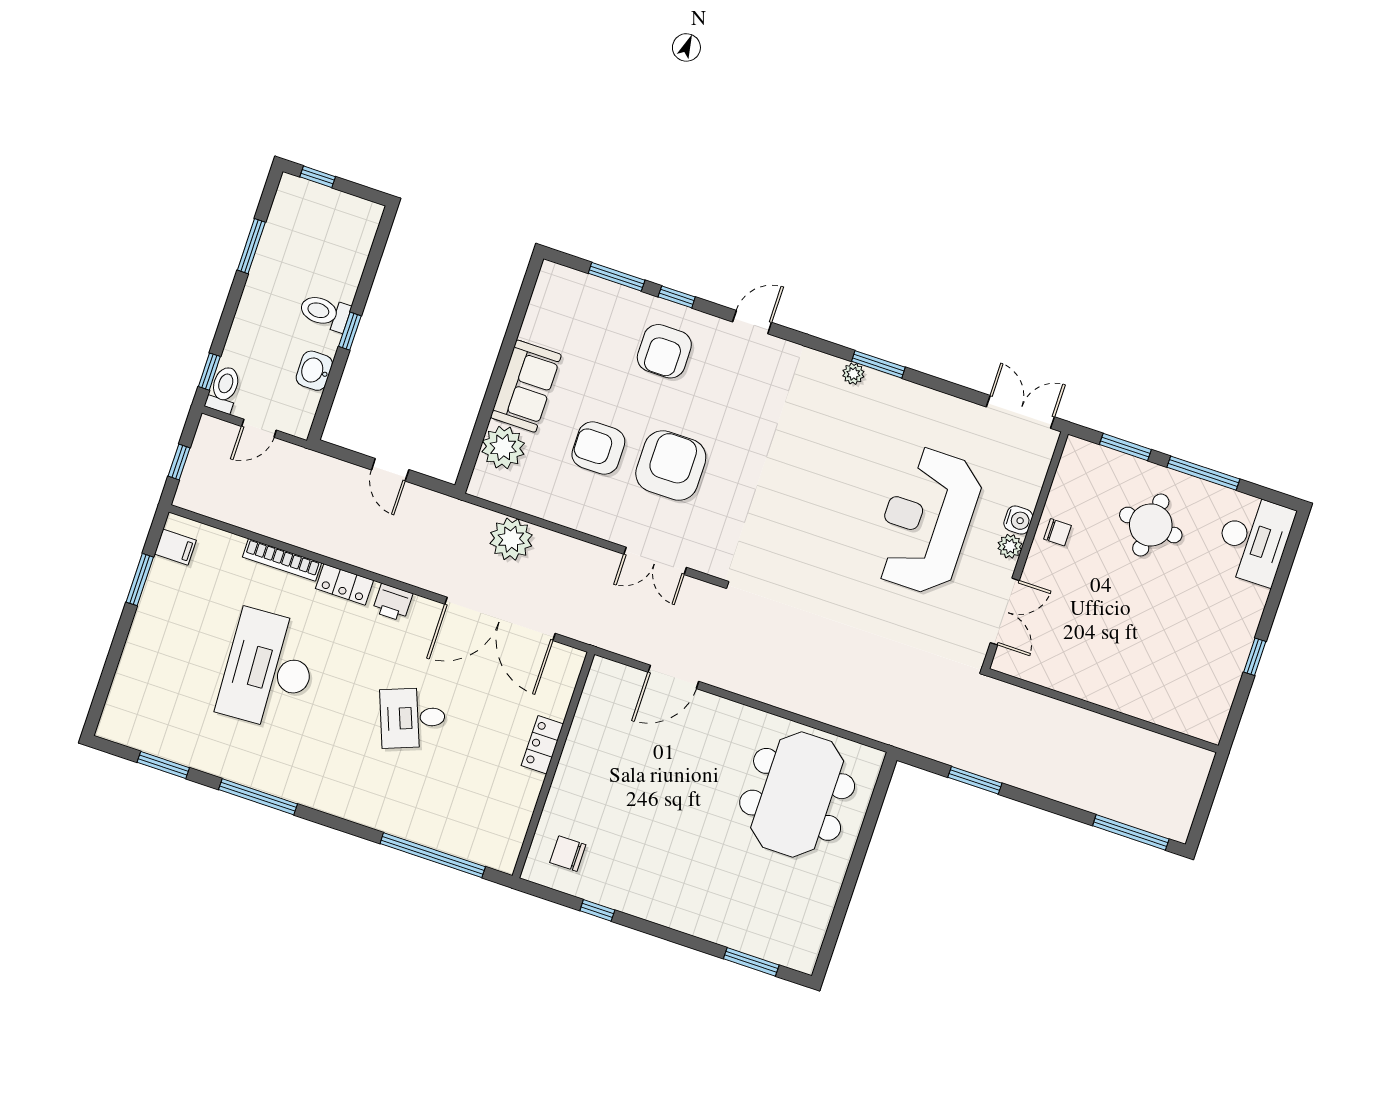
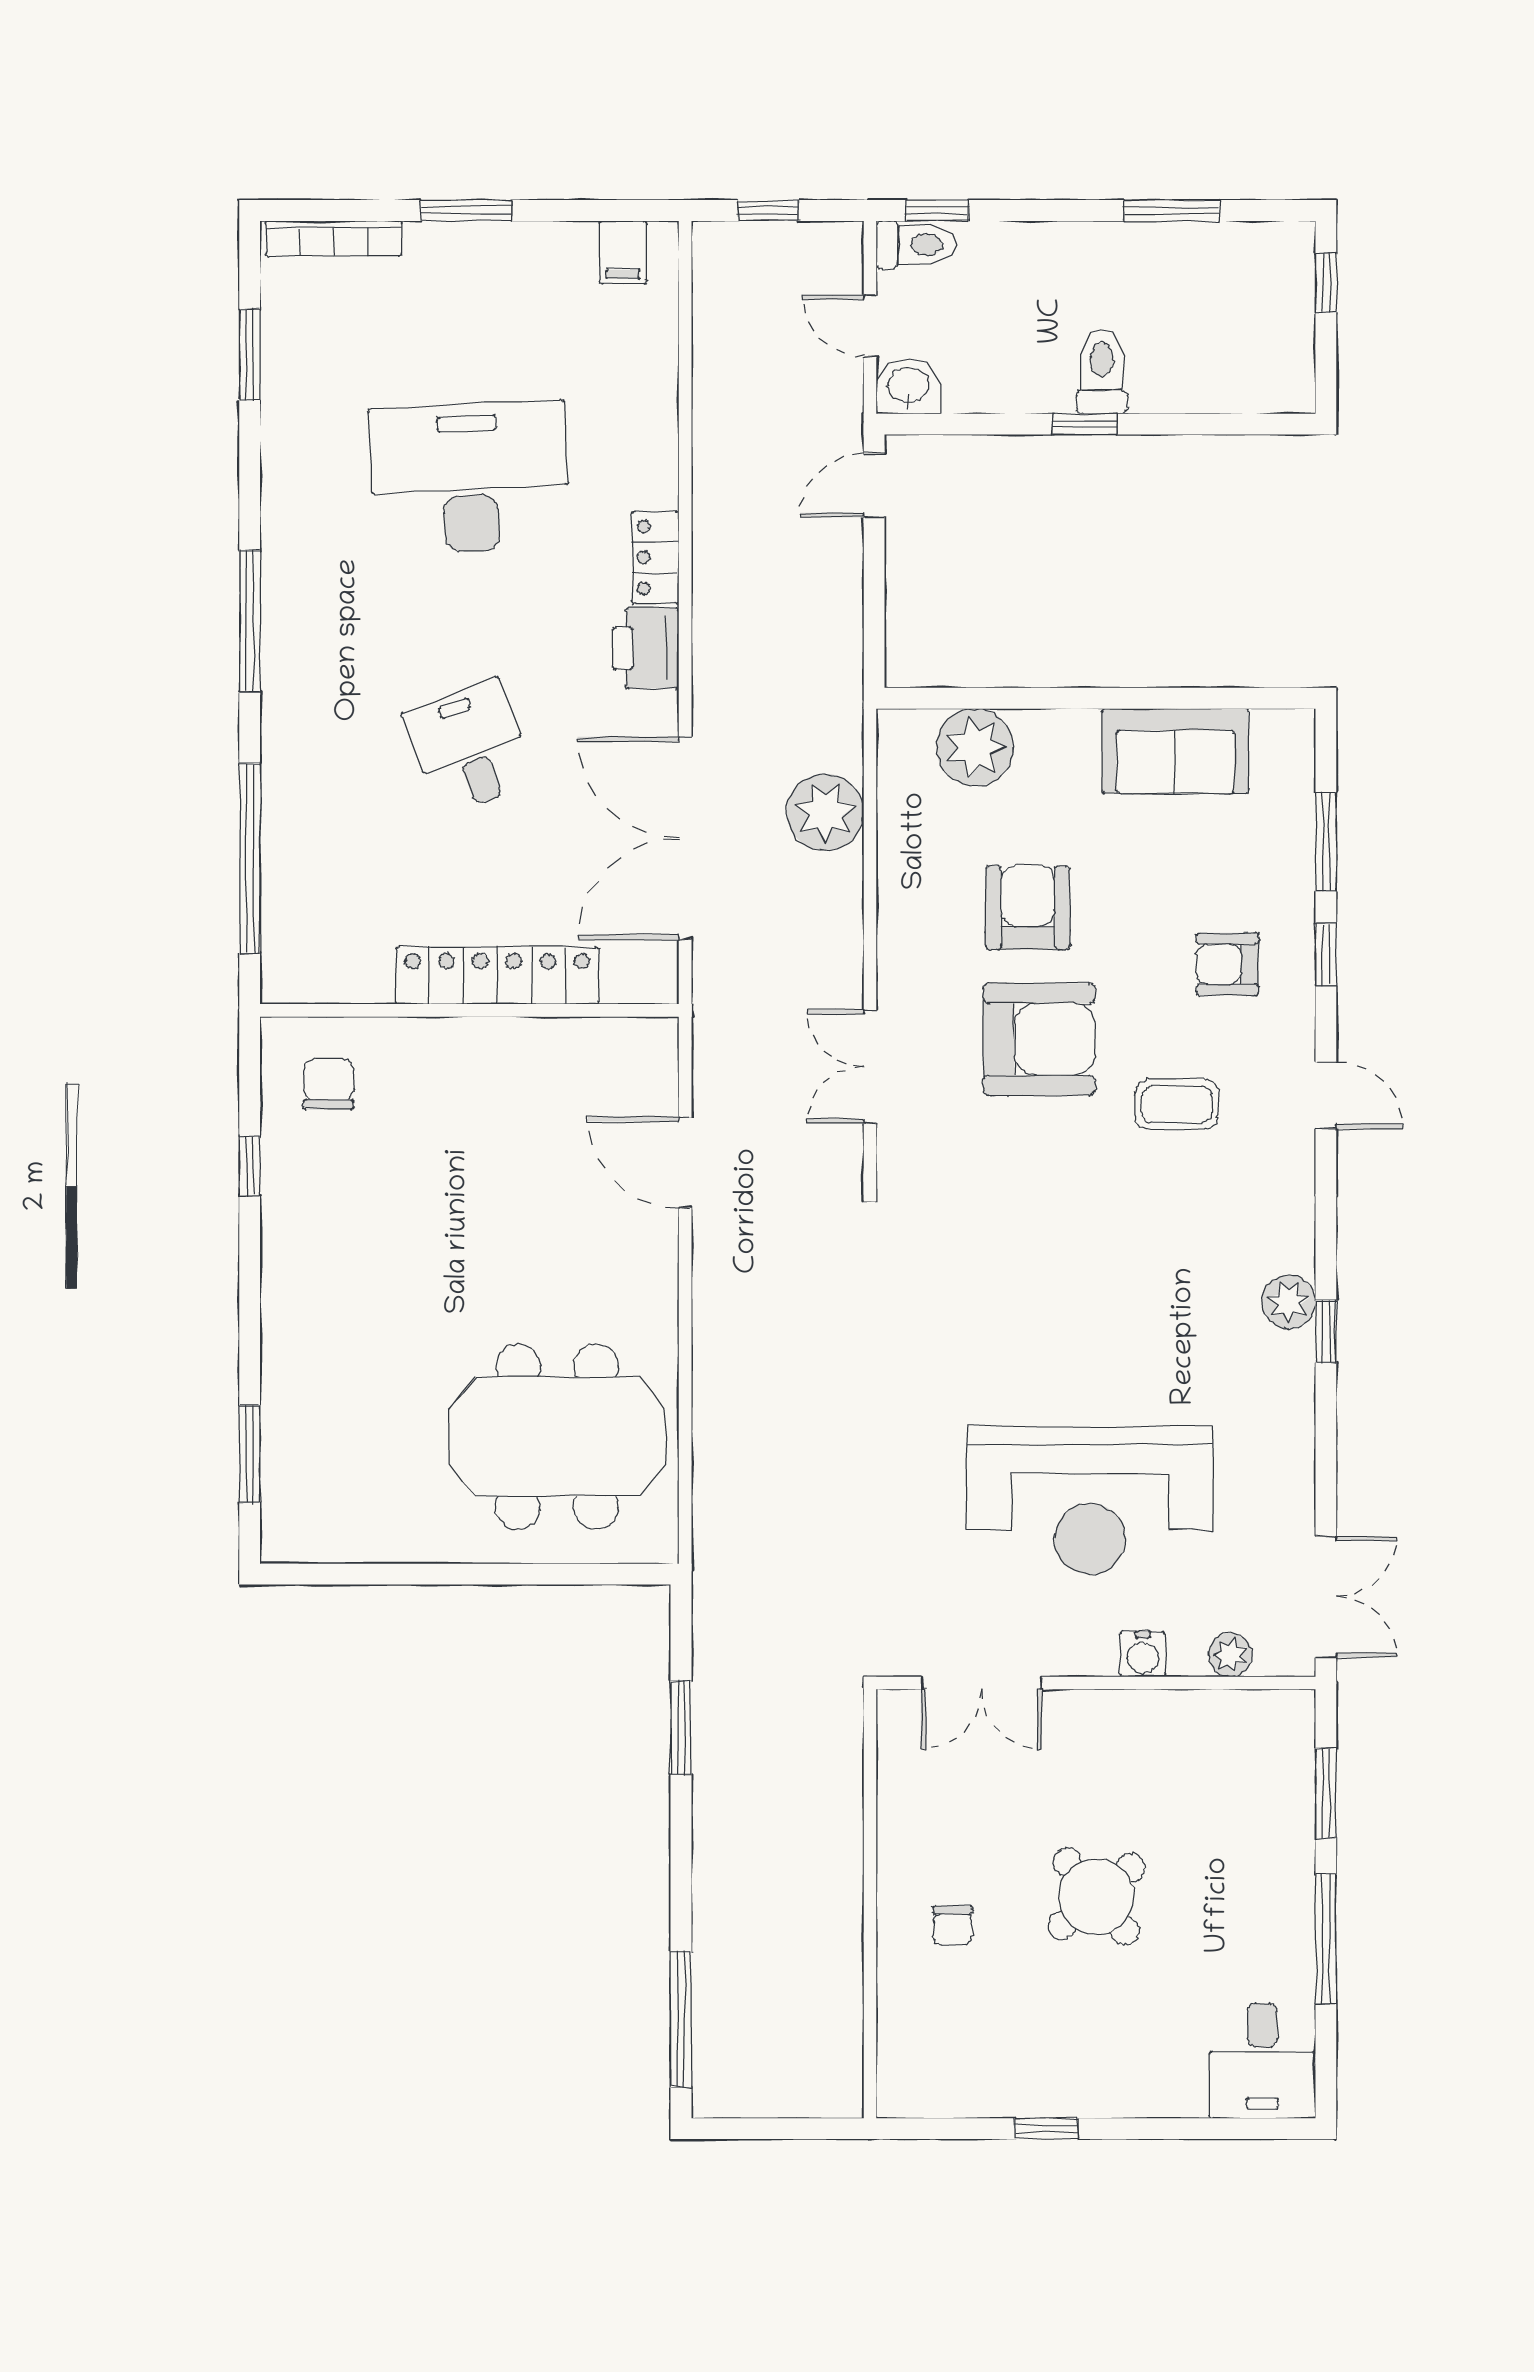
armchair: (664, 351) -> (1227, 964), width x0.72, depth x0.72
window: (878, 364) -> (1326, 1331), width x0.67
washbasin: (314, 371) -> (908, 386), moved
plant: (853, 374) -> (1289, 1302), width x1.38, depth x1.38
sofa: (526, 386) -> (1175, 751), moved
coffee table: (730, 403) -> (1177, 1104), added
door: (390, 470) -> (874, 486), moved
reception desk: (927, 521) -> (1090, 1500), turned 180
round table: (1151, 525) -> (1096, 1897), moved, turned 45
chair: (1057, 532) -> (953, 1926), moved
desk: (1254, 540) -> (1262, 2061), width x0.73
plant: (1010, 546) -> (1230, 1655), moved
bookcase: (282, 560) -> (334, 238), moved, turned -90
window: (140, 580) -> (466, 210), moved
printer: (392, 602) -> (646, 648), width x1.36, depth x1.24
locker: (542, 745) -> (497, 975), width x2.16, depth x1.21
window: (258, 797) -> (250, 621), moved

